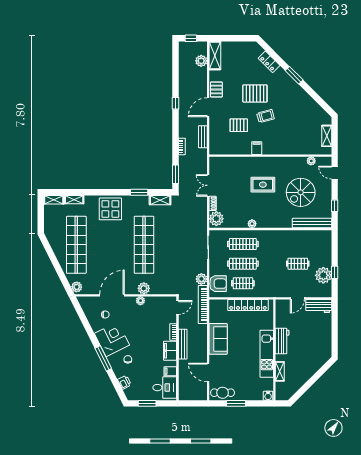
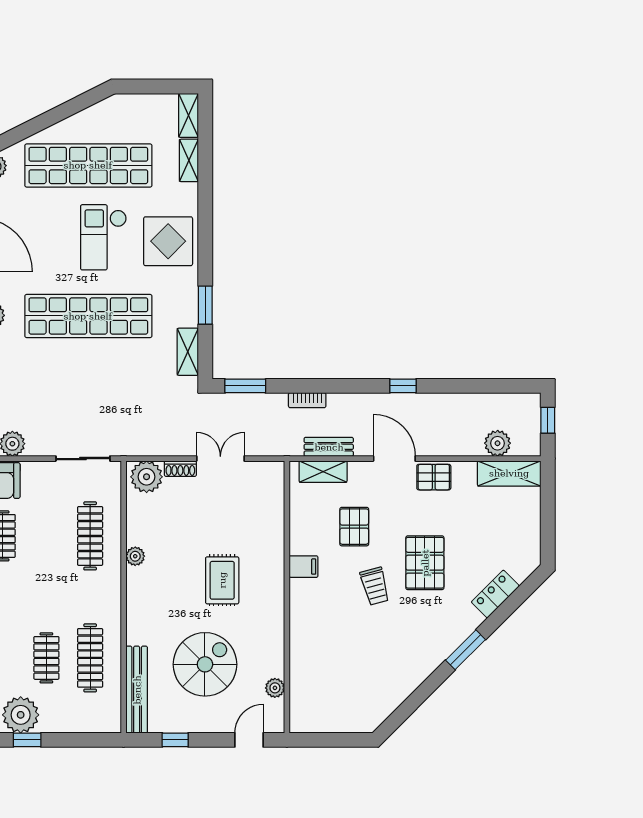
shelving: (327, 136) -> (323, 472), moved
spiral stairs: (301, 192) -> (205, 664), turned 90
checkout: (109, 238) -> (103, 237), added
clothes rail: (243, 264) -> (90, 658), moved

